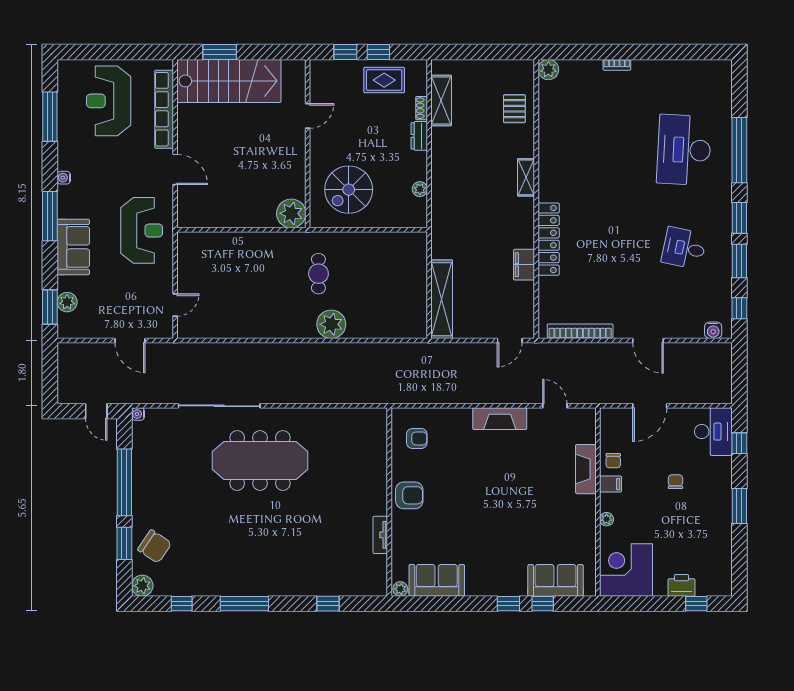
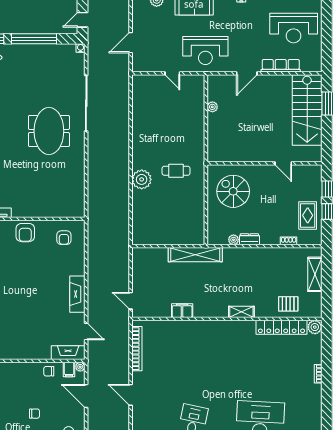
reception desk: (109, 101) -> (294, 28), turned 180
shelving: (441, 101) -> (315, 274), moved, turned 90
row of seats: (164, 109) -> (281, 66), width x0.73
dresser: (419, 136) -> (249, 239), moved
plant: (291, 213) -> (212, 107), moved, width x0.53, depth x0.53
locker: (549, 239) -> (281, 327), moved
shelving: (442, 299) -> (195, 255), moved
door: (175, 305) -> (172, 73), moved
door: (648, 340) -> (131, 395), hinge flipped
door: (555, 406) -> (86, 332), hinge flipped
meeting table: (260, 461) -> (49, 131), width x0.73
fireplace: (586, 469) -> (68, 353), moved
filing cabinet: (611, 484) -> (69, 369), moved
plant: (607, 519) -> (80, 367), moved

